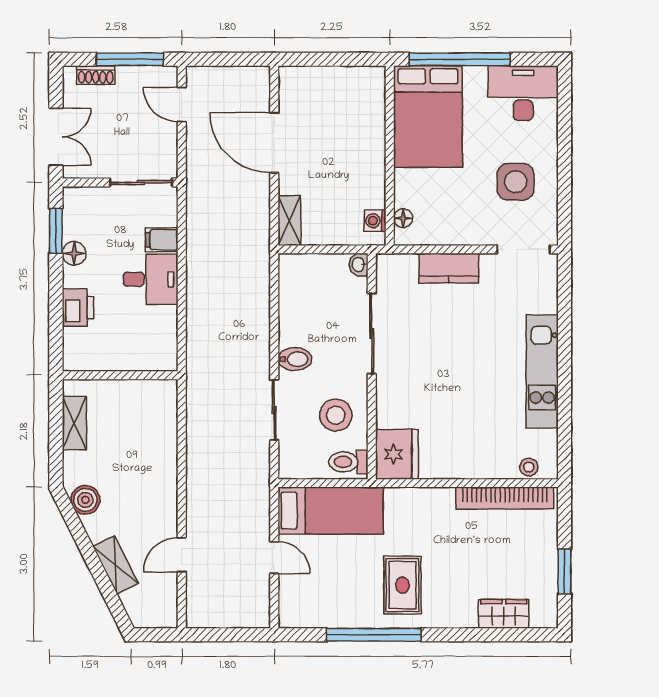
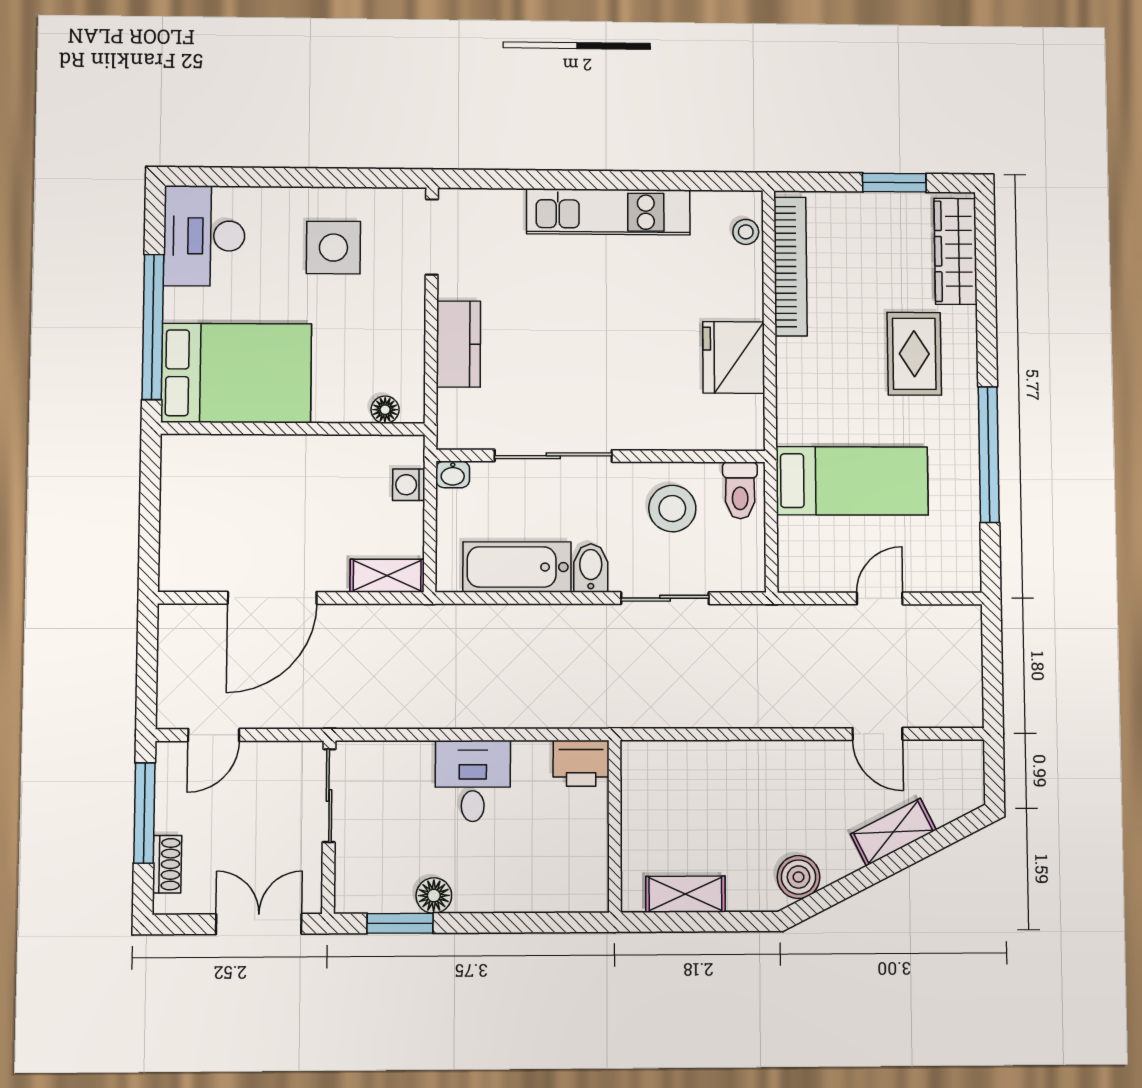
washing machine: (375, 221) -> (409, 485), moved, turned 90
filing cabinet: (162, 240) -> (414, 765), removed
printer: (78, 307) -> (581, 763), moved, turned 180
bathtub: (295, 309) -> (517, 567), added
fridge: (397, 454) -> (734, 357), moved, turned -90
bed: (331, 511) -> (852, 481), moved, turned 90
rug: (402, 585) -> (914, 354), moved, turned 90
wardrobe: (504, 614) -> (956, 251), width x1.50

